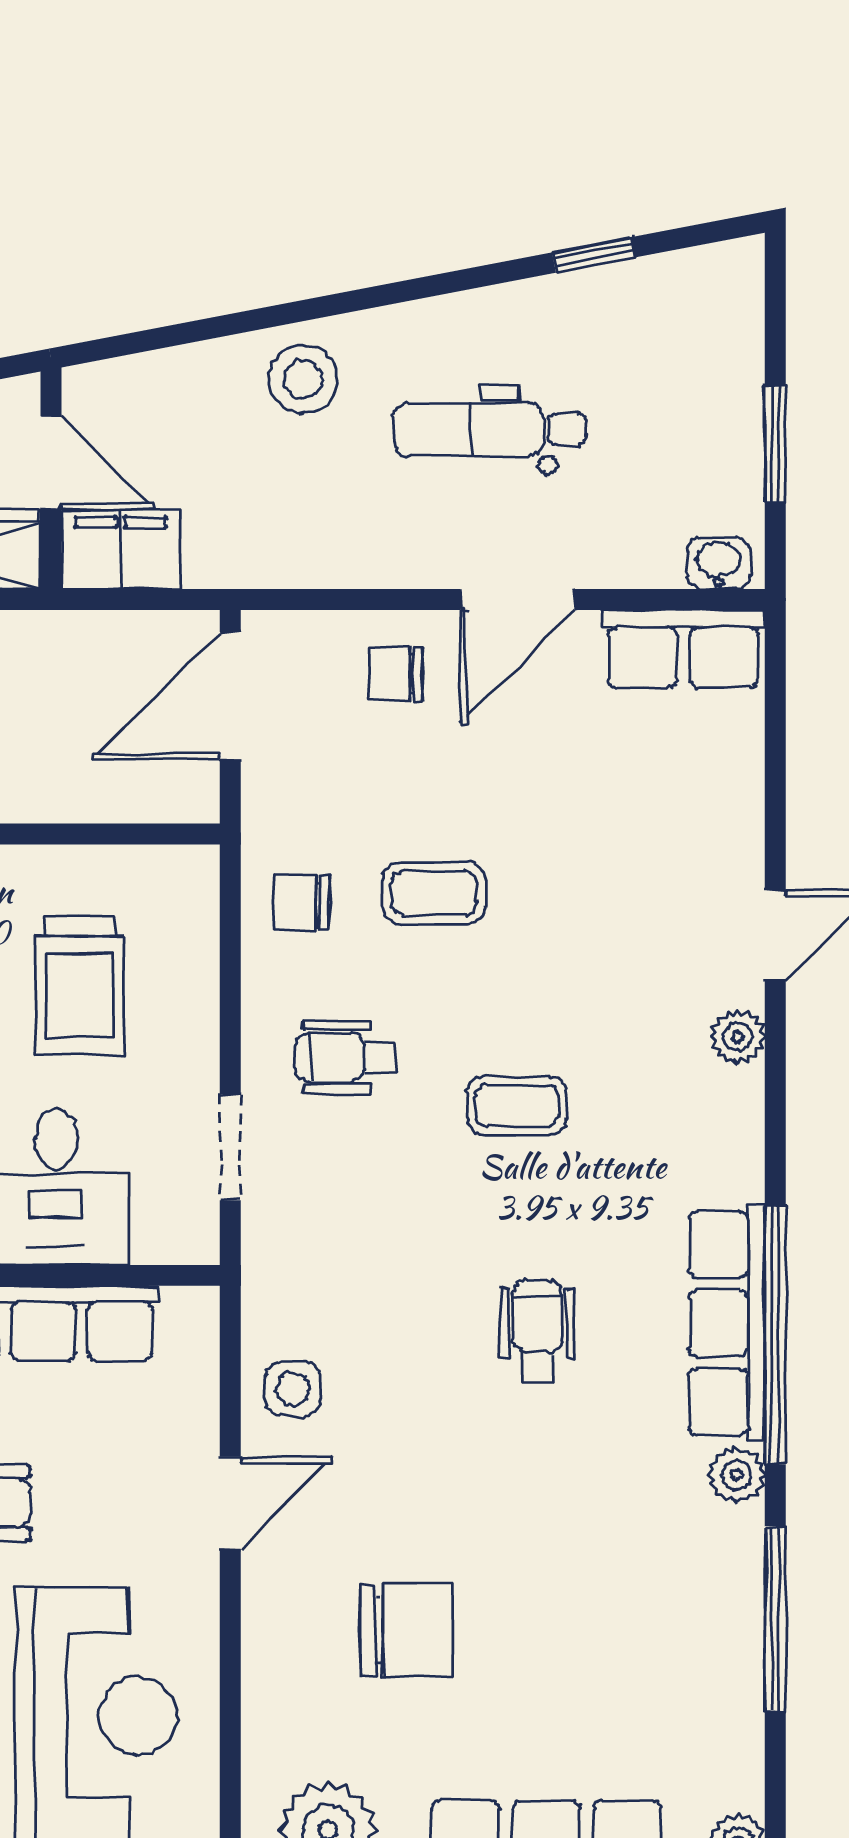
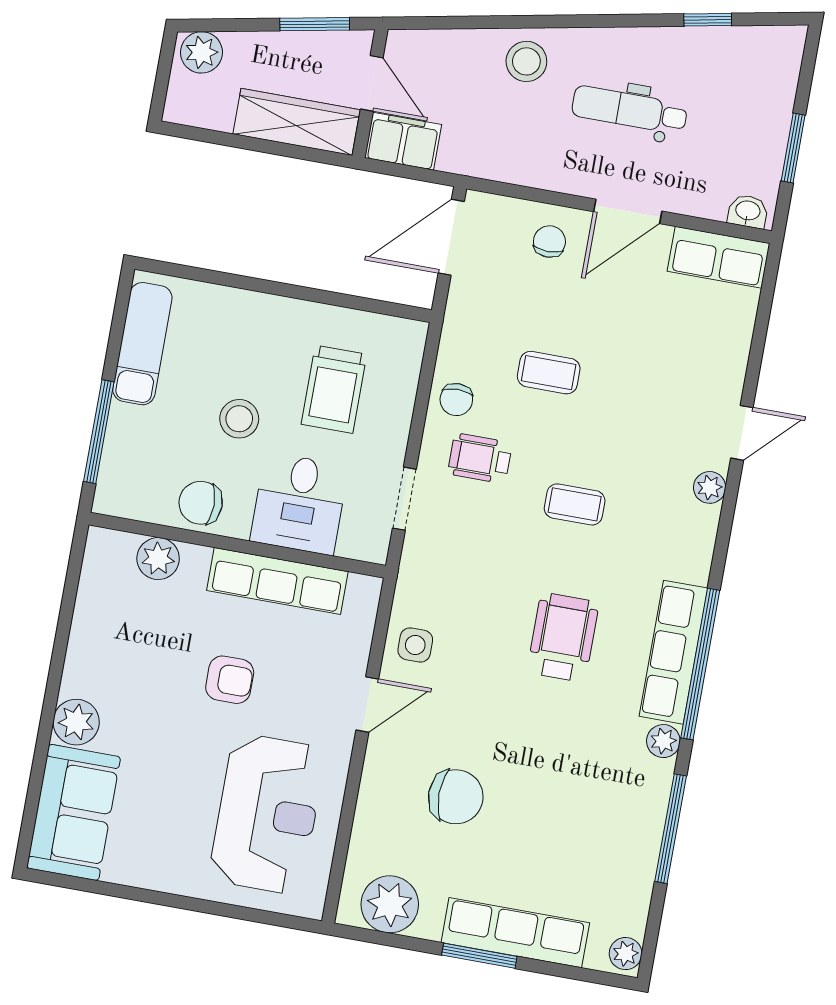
chair: (396, 673) -> (549, 242), turned 90
chair: (302, 902) -> (456, 400), moved, turned -90
wheelchair: (537, 1332) -> (563, 637), width x1.36, depth x1.37

